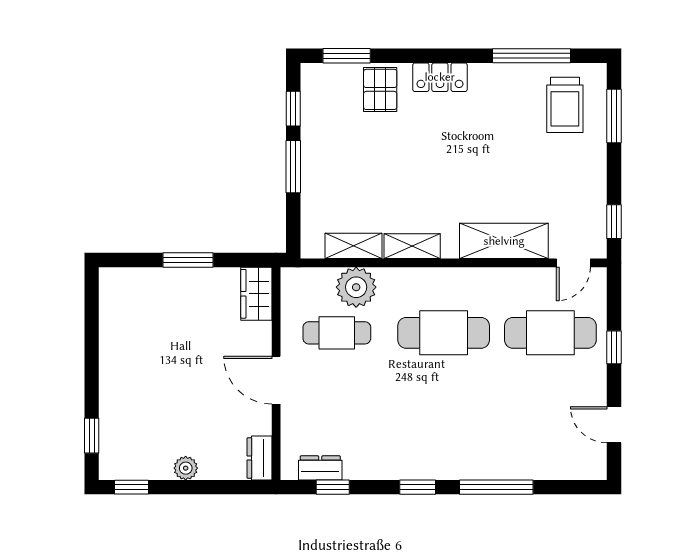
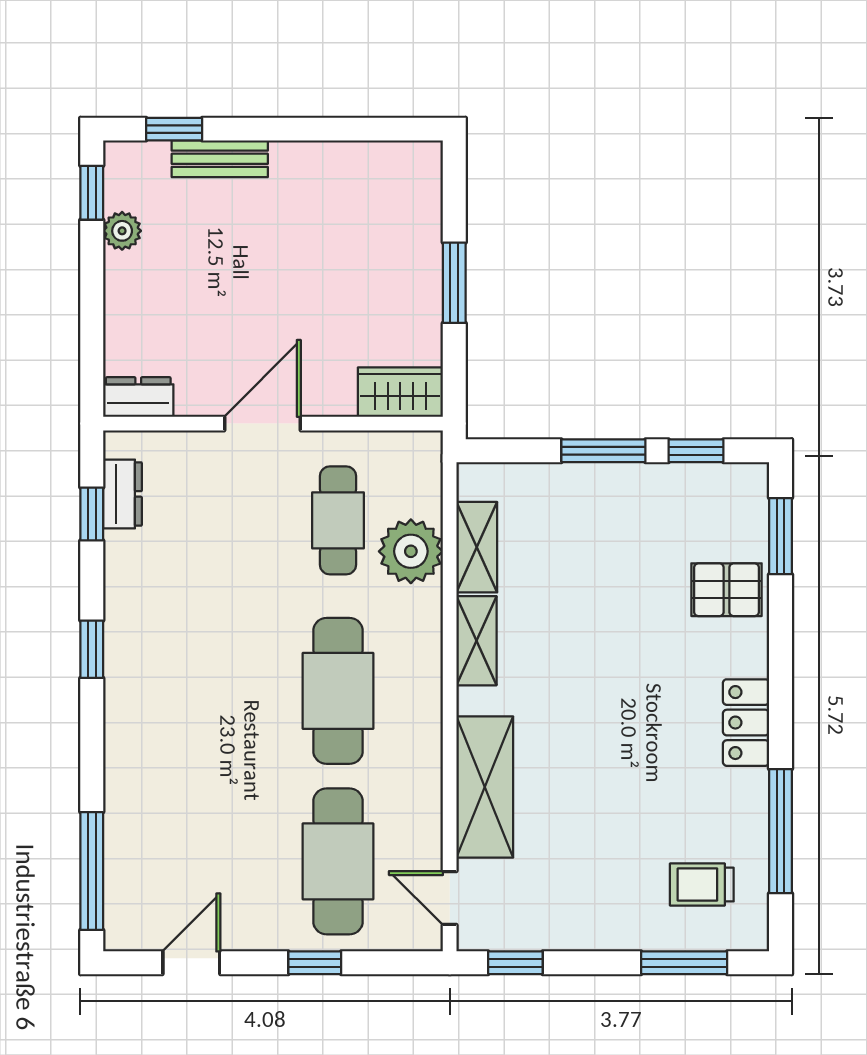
locker: (440, 77) -> (746, 723), moved
trolley: (565, 105) -> (702, 885), width x0.73, depth x0.72
bench: (110, 407) -> (220, 159), added
plant: (186, 468) -> (122, 231), moved
window: (496, 487) -> (92, 871), moved

